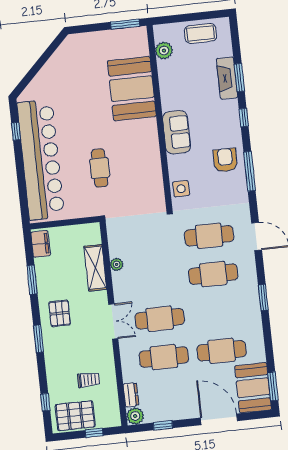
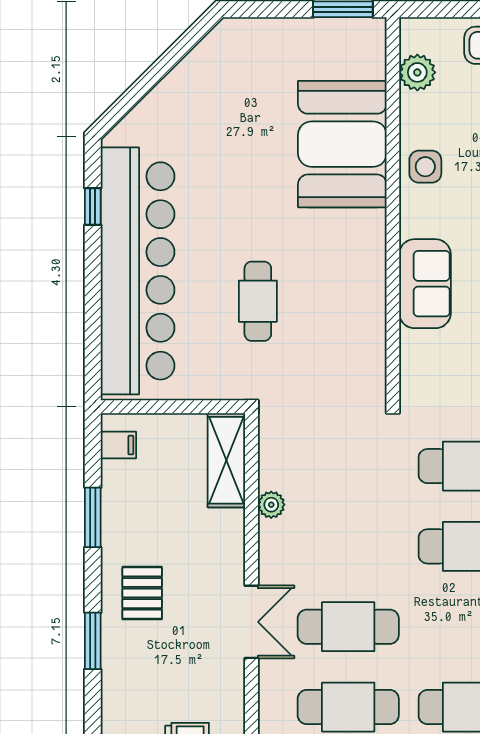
sofa: (177, 132) -> (425, 284), moved
side table: (181, 189) -> (425, 167), moved
filing cabinet: (41, 244) -> (118, 445), width x0.50
shelving: (95, 268) -> (226, 460), moved

